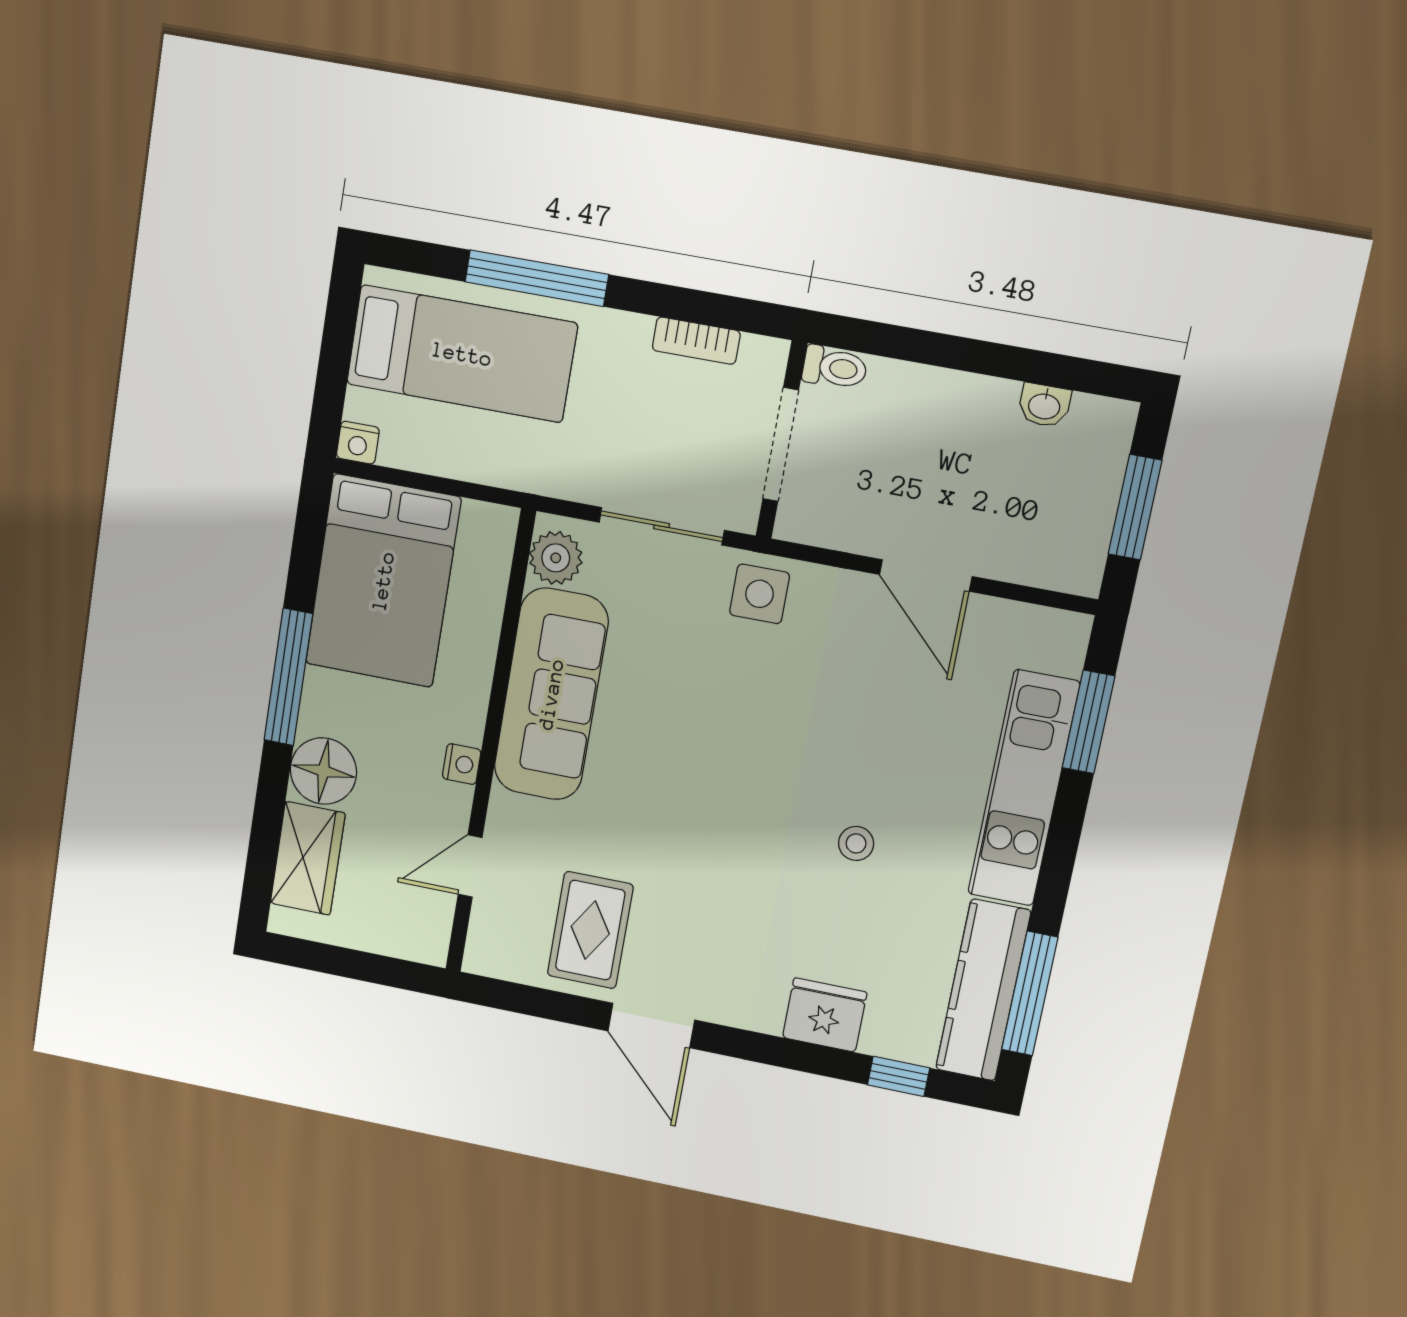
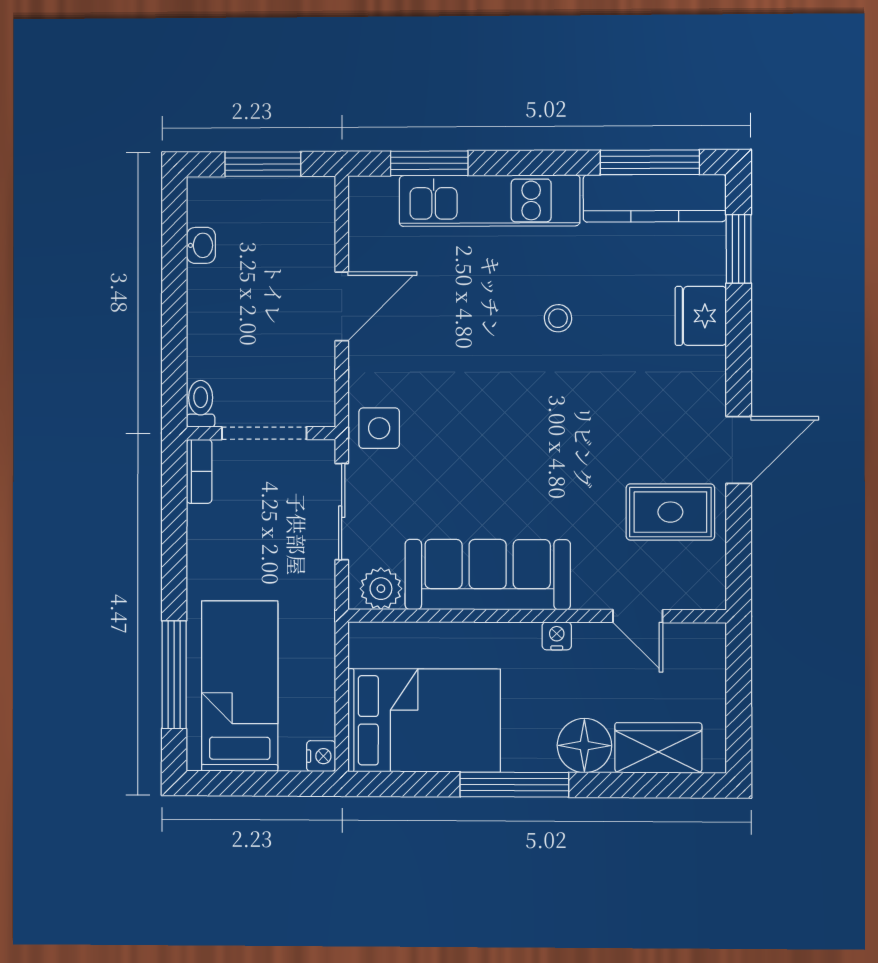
window: (537, 278) -> (174, 675), moved
bookcase: (696, 341) -> (199, 471), moved
window: (899, 1076) -> (739, 249), width x1.50

